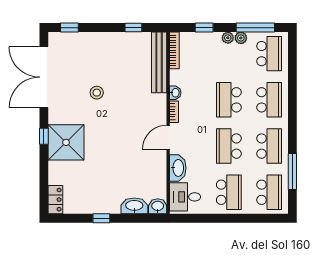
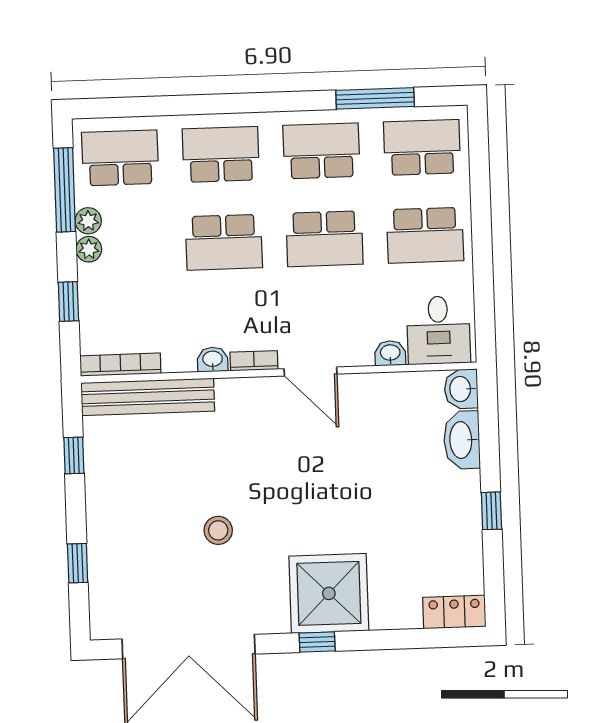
window: (69, 28) -> (78, 563), moved
washbasin: (178, 168) -> (390, 353), width x0.52, depth x0.69
school desk: (229, 192) -> (425, 235), turned 180

